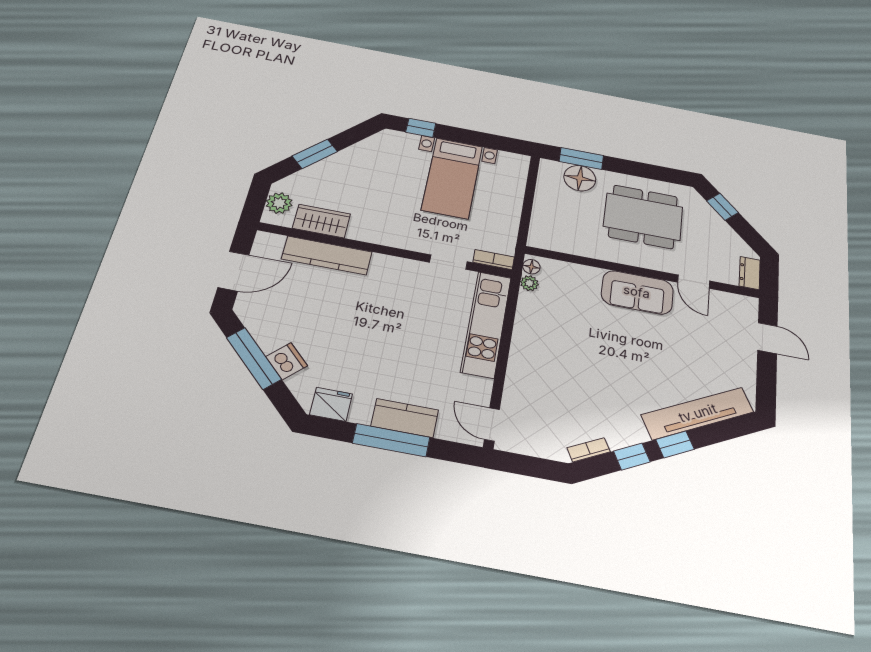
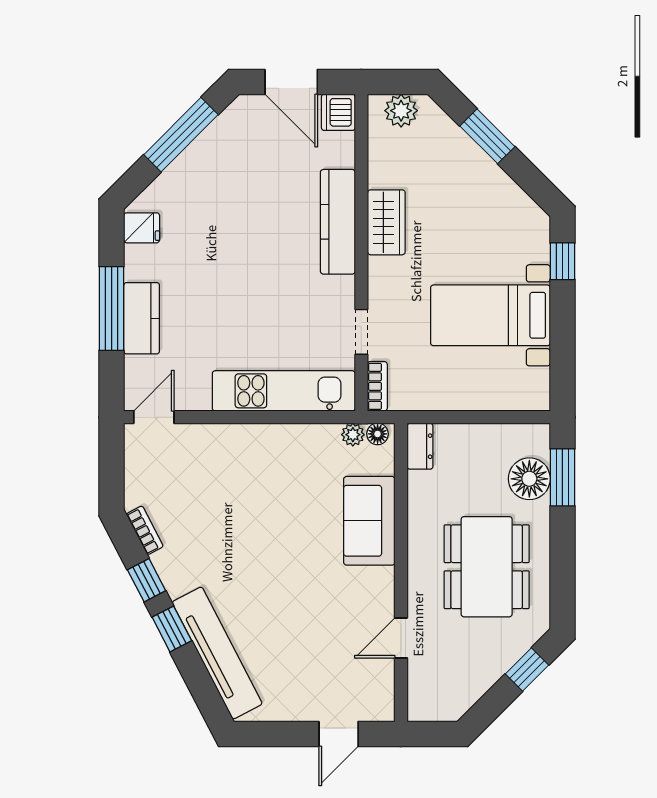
wardrobe: (321, 221) -> (386, 222), moved
kitchen counter: (327, 255) -> (338, 222), moved
dresser: (750, 273) -> (420, 446), moved, turned 90
sofa: (637, 292) -> (369, 521), moved
dishwasher: (287, 361) -> (338, 112), moved, turned 135
fridge: (331, 404) -> (142, 228), width x0.72

